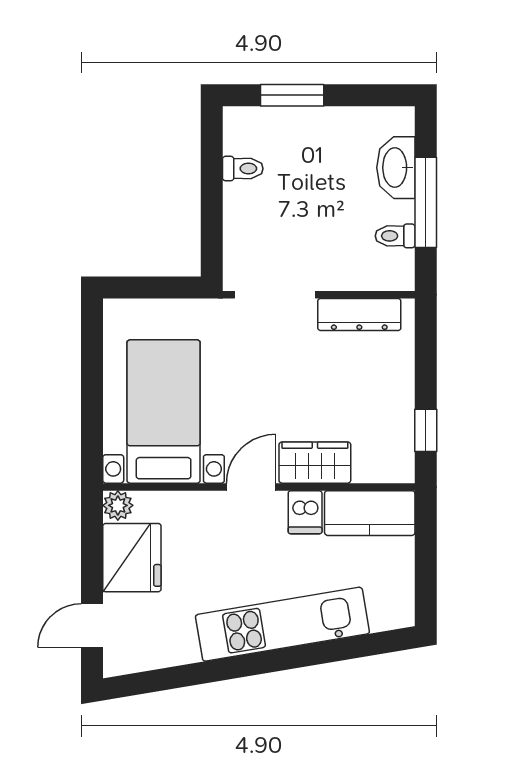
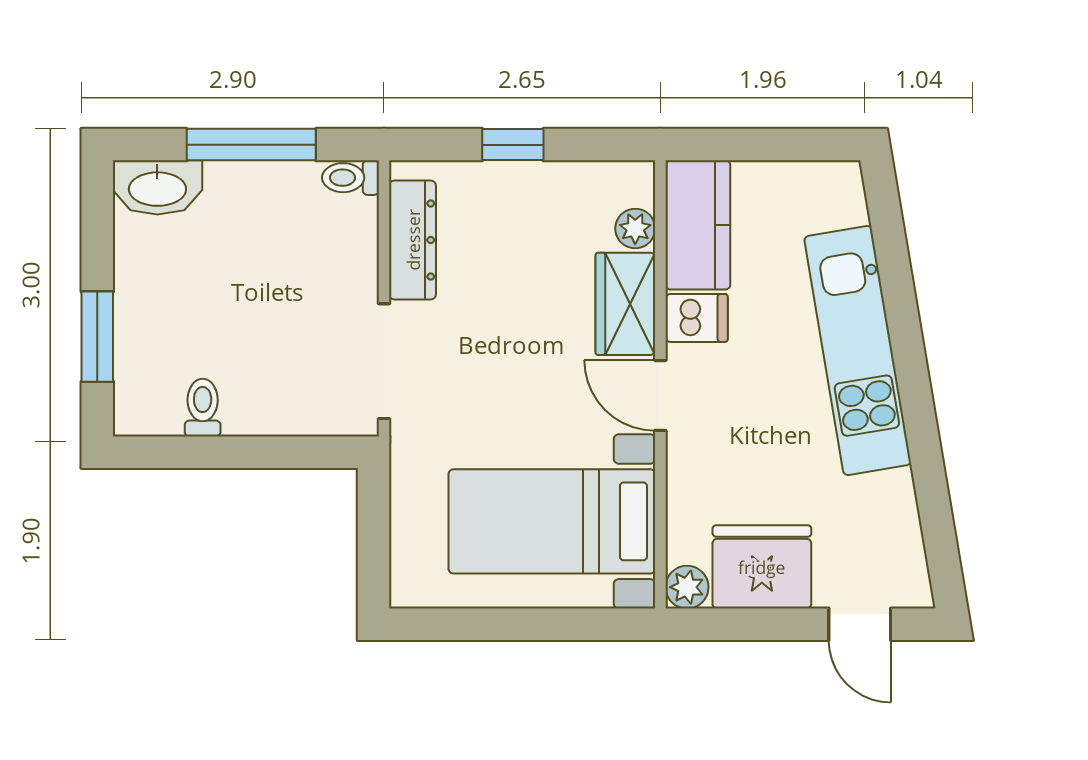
washbasin: (396, 168) -> (157, 187), moved
toilet: (395, 236) -> (350, 178), moved, turned 90
window: (426, 430) -> (513, 145), moved
plant: (367, 469) -> (635, 229), added

